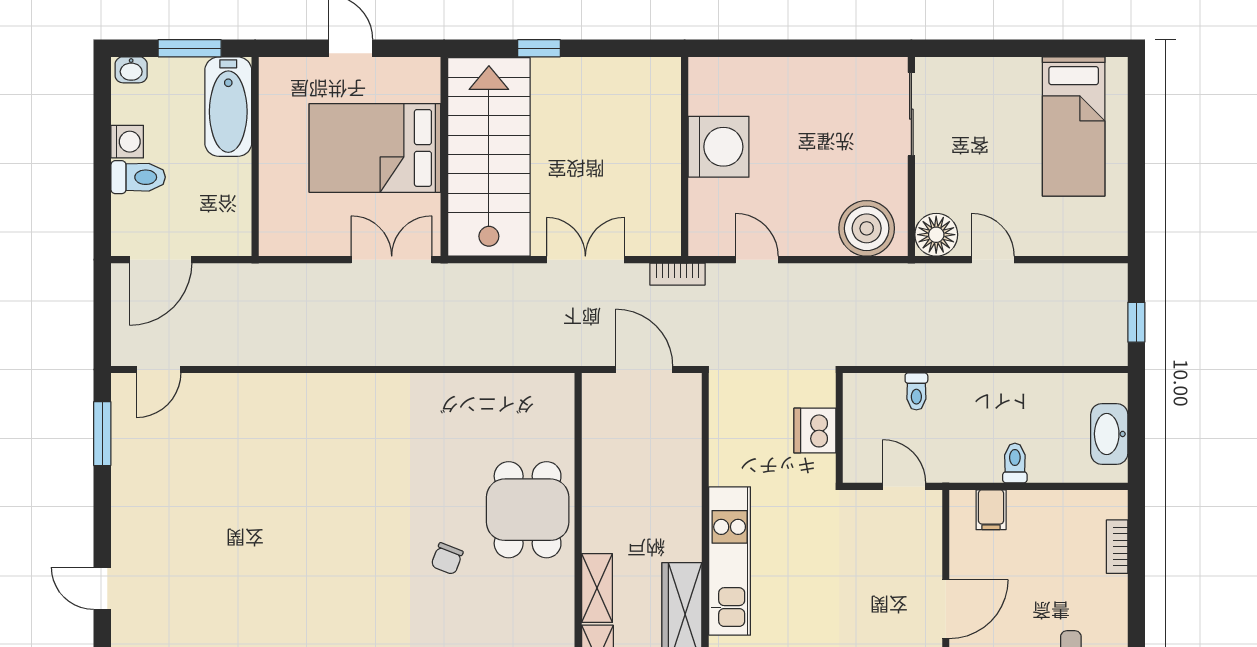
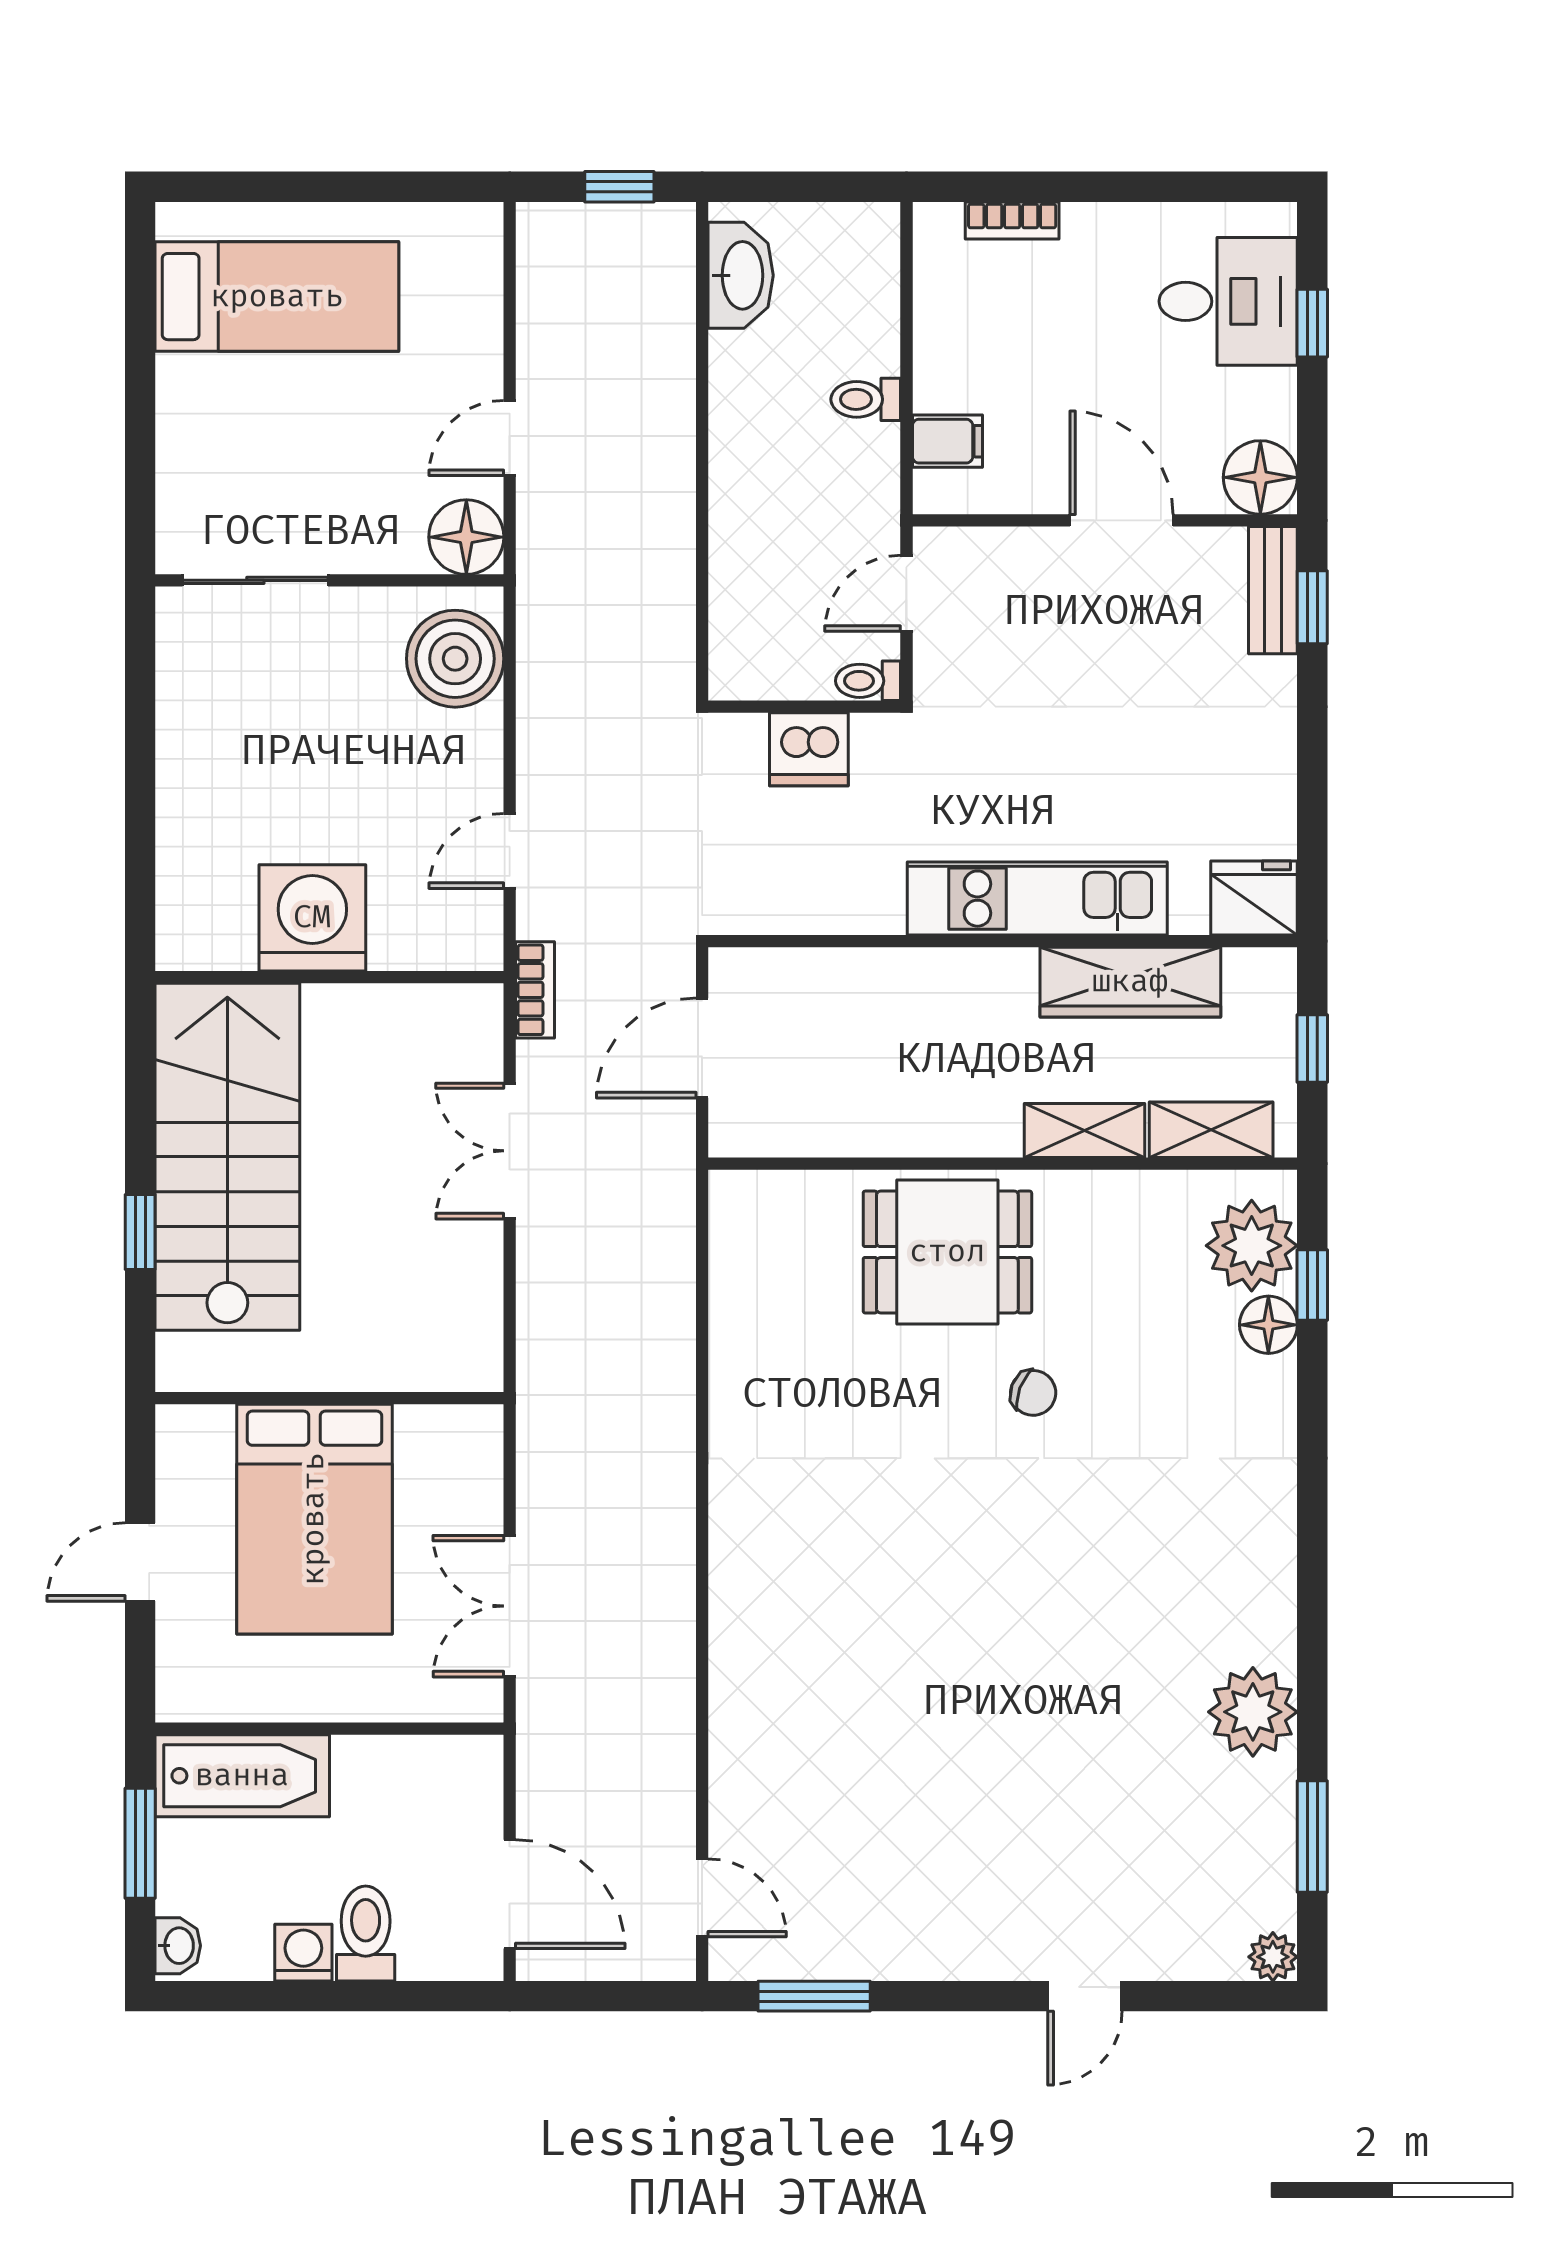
stairs: (489, 157) -> (227, 1157), moved, turned 90
double door: (392, 260) -> (510, 1606), moved
toilet: (916, 391) -> (868, 681), moved, turned 180
washbasin: (1109, 434) -> (741, 275), moved, turned -90

